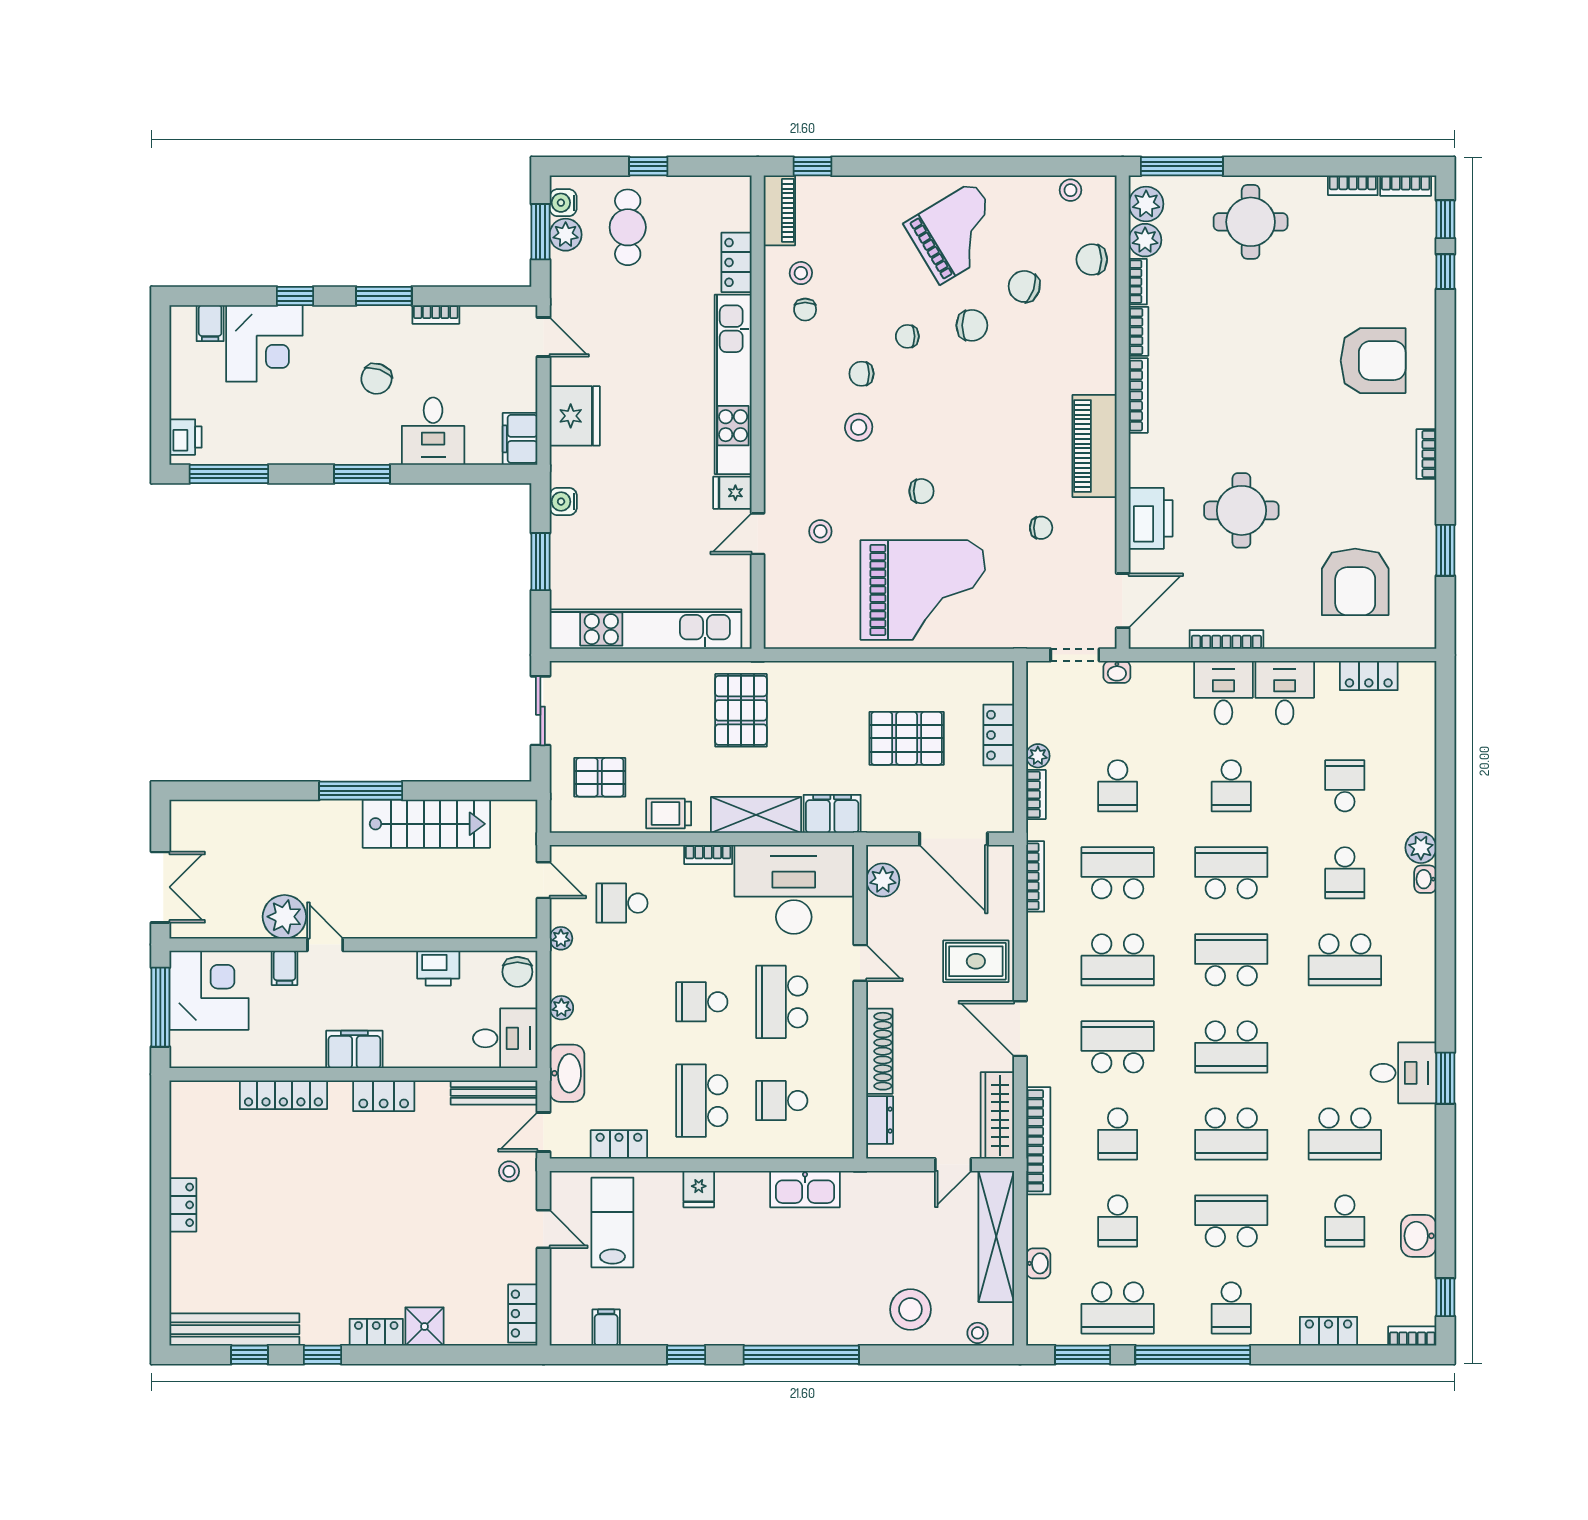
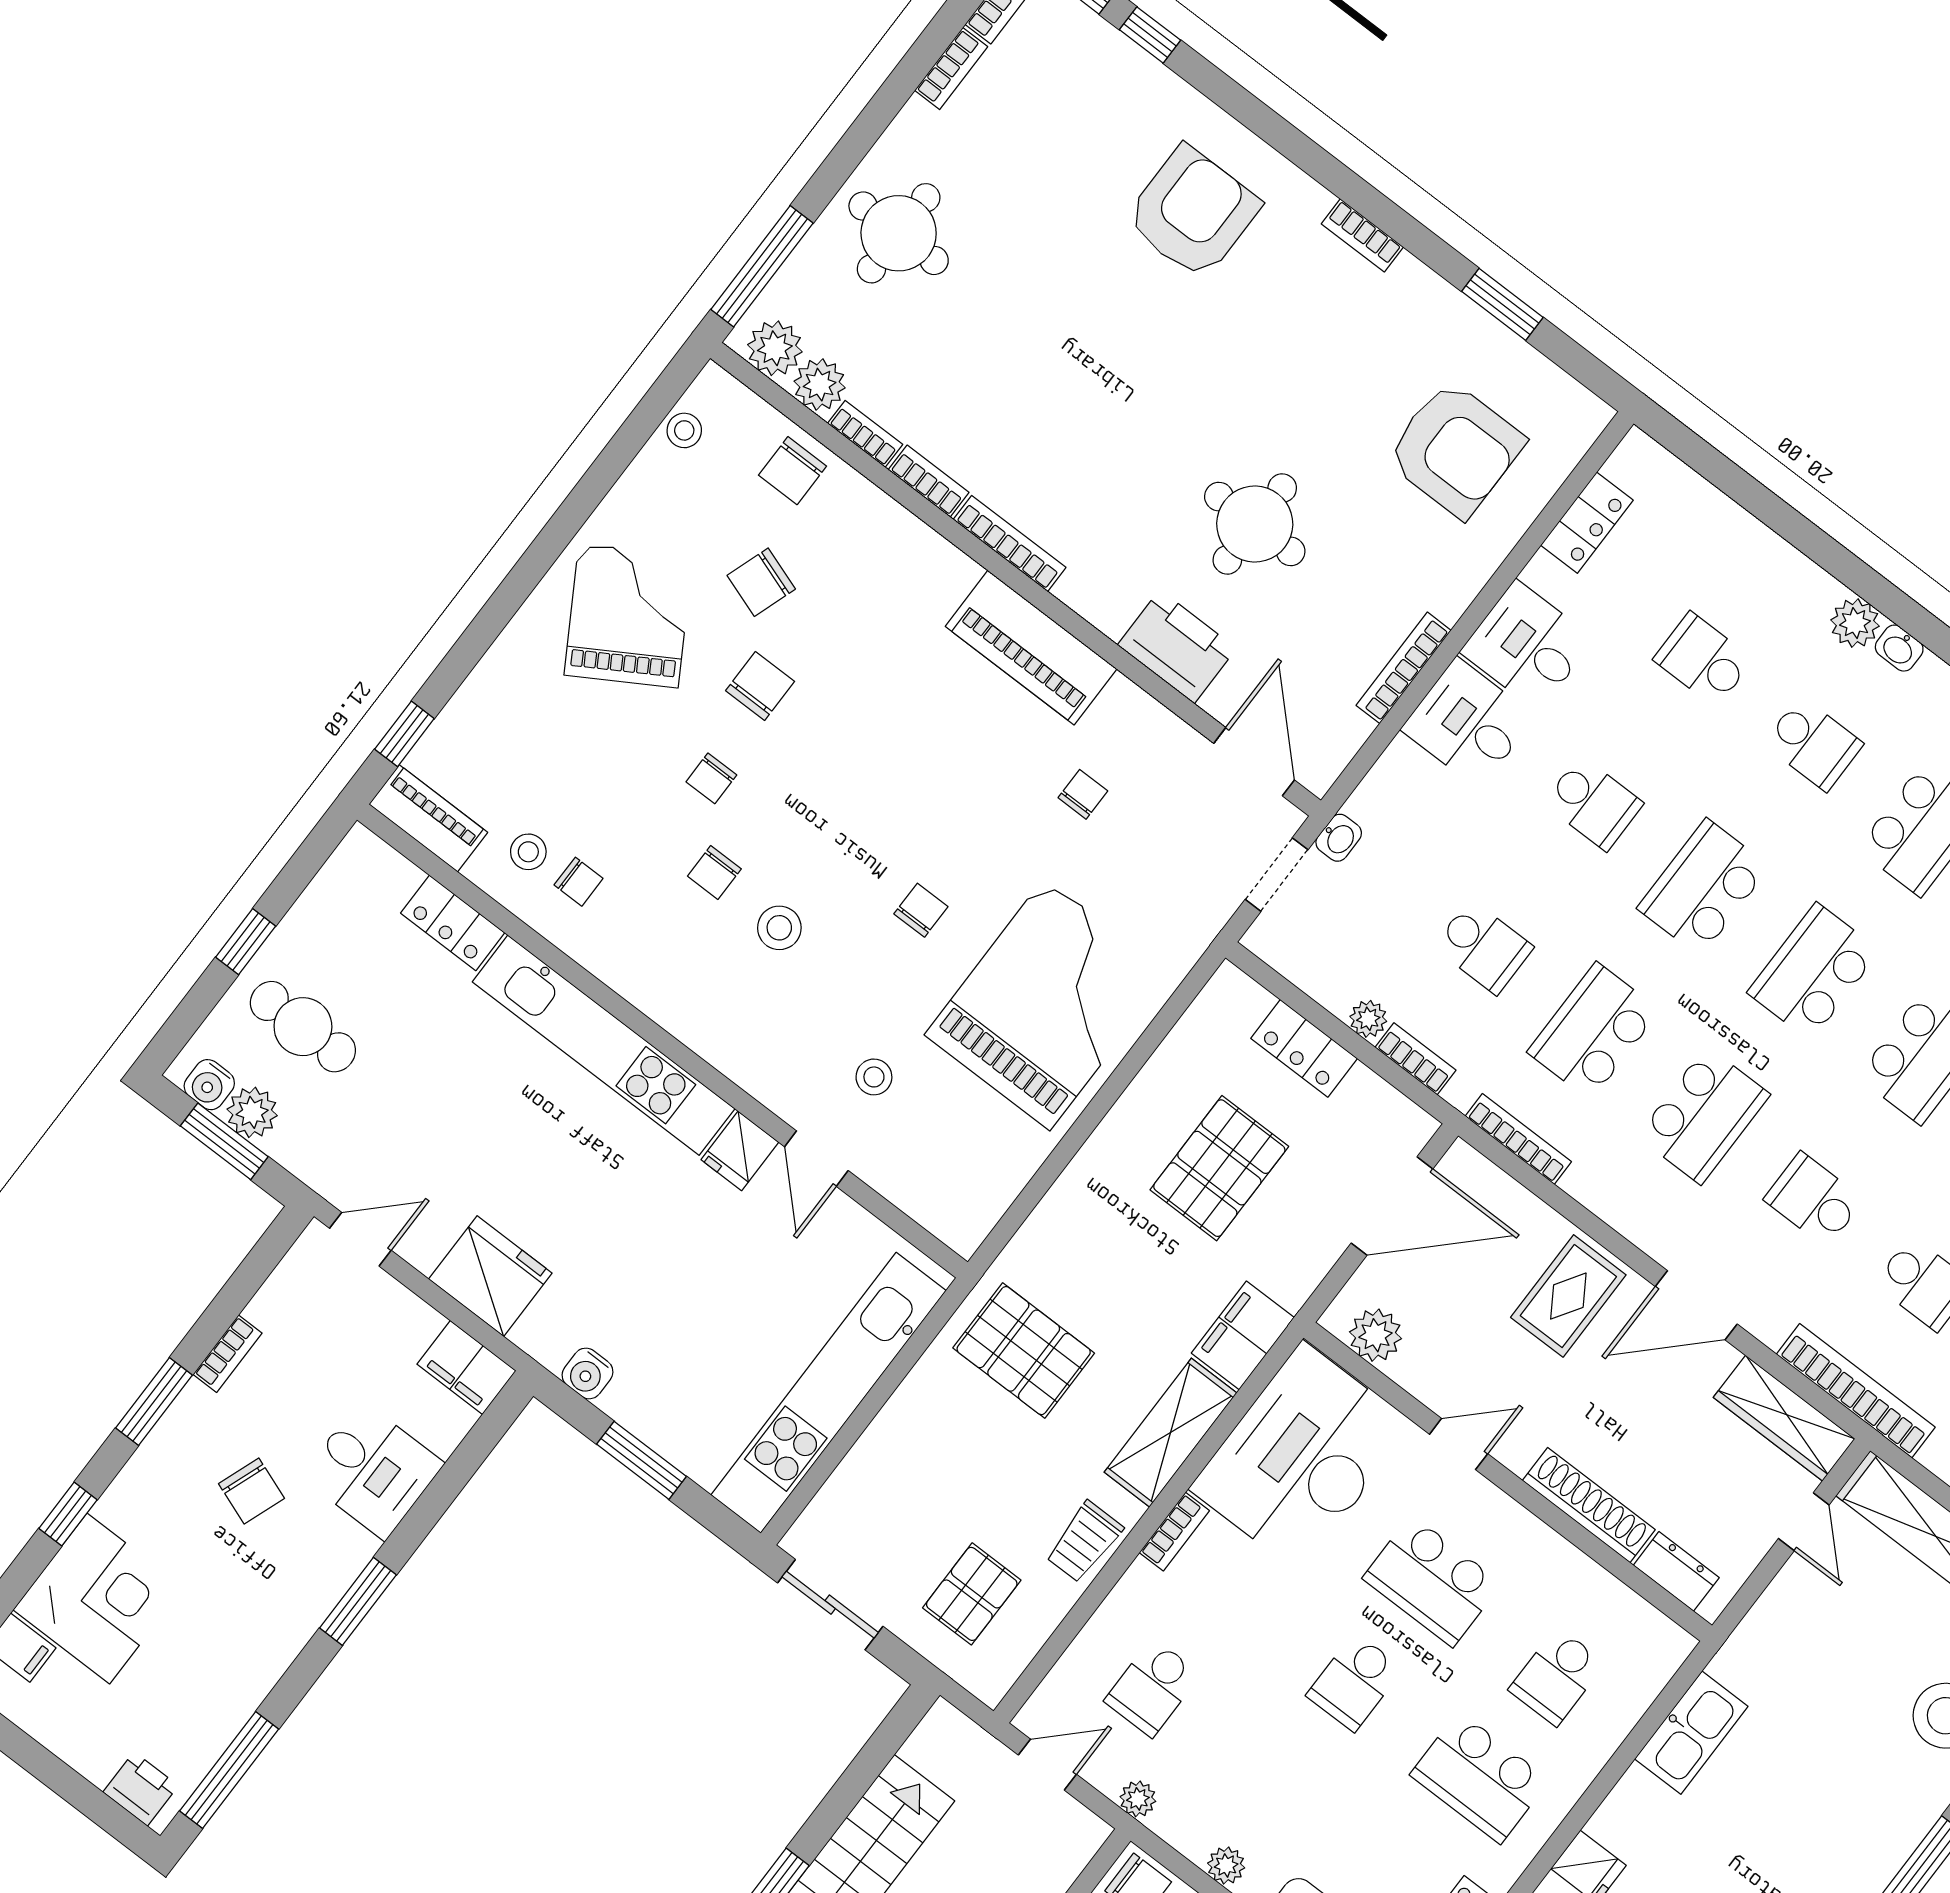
school desk: (1118, 1047) -> (1814, 1200), width x0.54

